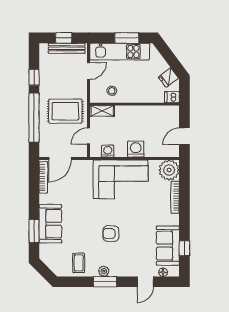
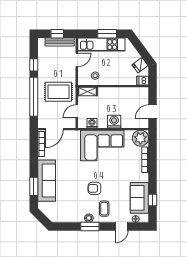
sofa: (50, 224) -> (47, 181), width x1.36
coffee table: (79, 263) -> (104, 209), moved

